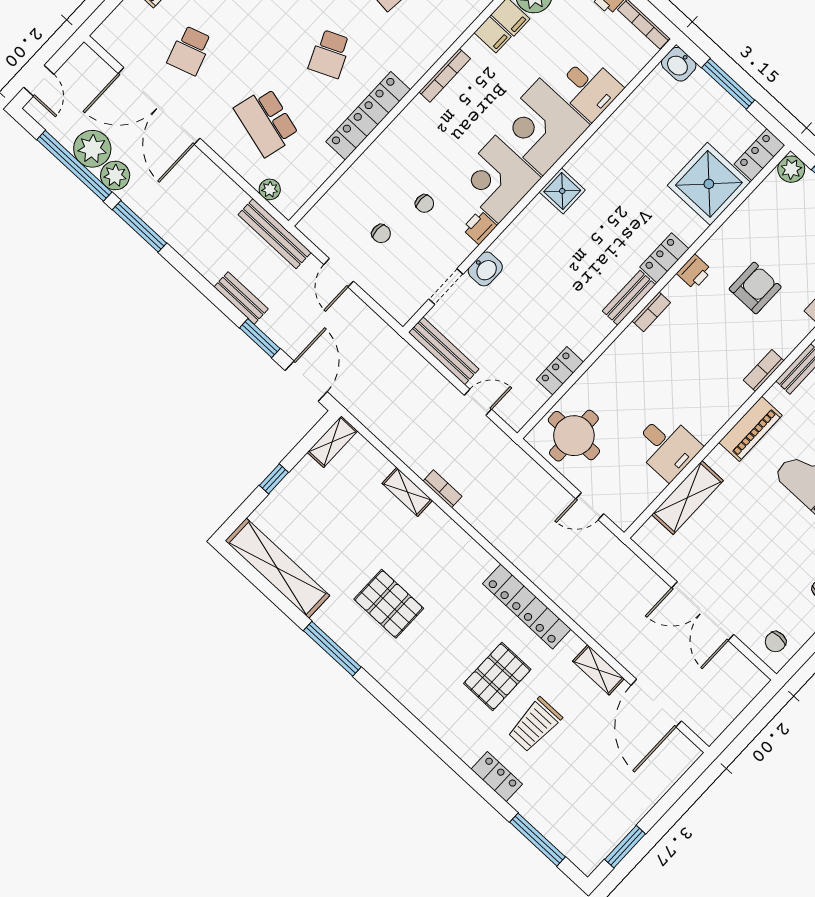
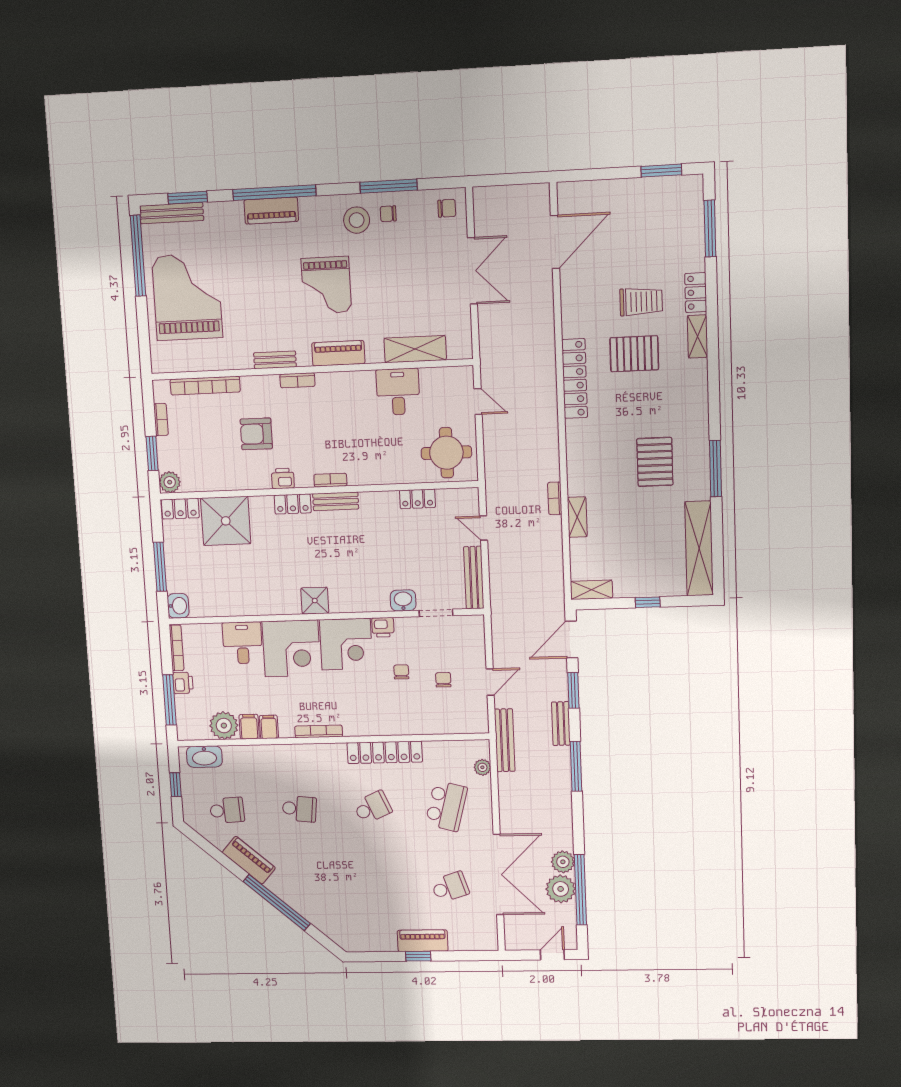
window: (140, 226) -> (576, 766), moved
shelving: (598, 670) -> (698, 336), moved

